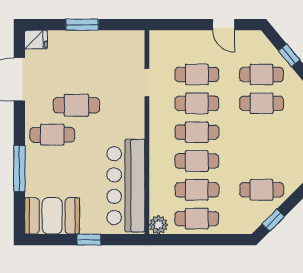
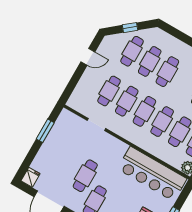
window: (82, 25) -> (45, 131), moved
cafe table: (262, 132) -> (167, 72), added

